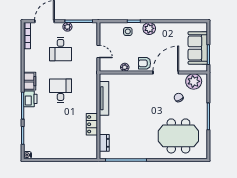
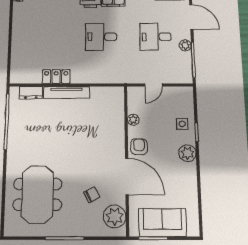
desk: (61, 91) -> (101, 37), turned 180
tv unit: (104, 98) -> (66, 92), moved

